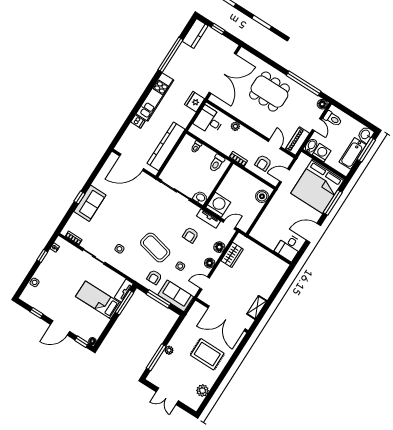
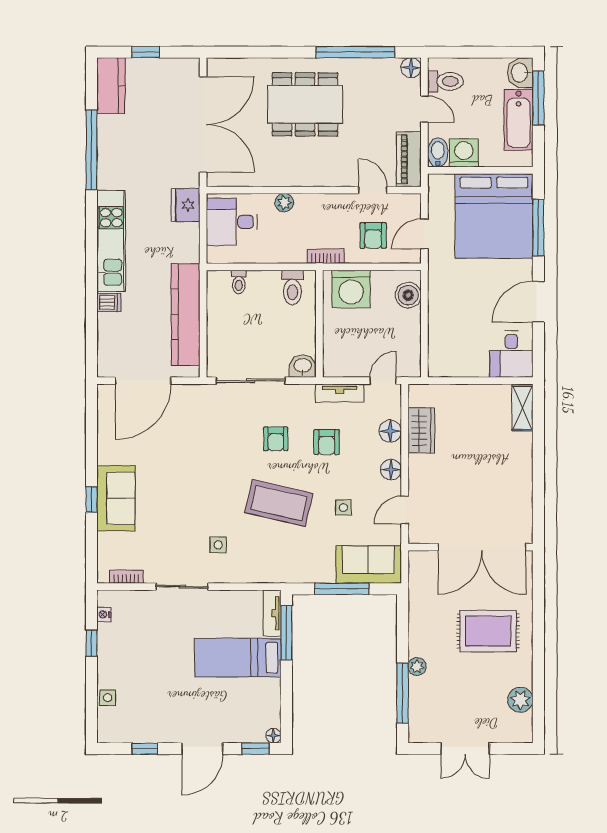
washing machine: (218, 205) -> (351, 289), moved, turned 180
armchair: (154, 277) -> (276, 439), moved
shelving: (257, 307) -> (522, 408), moved

